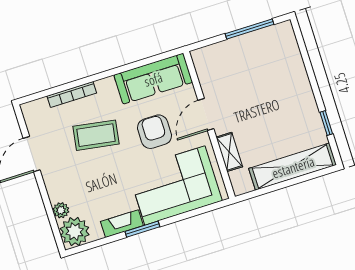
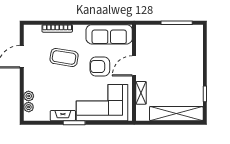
armchair: (154, 132) -> (100, 67), turned -90
plant: (75, 232) -> (29, 107), width x0.53, depth x0.53

